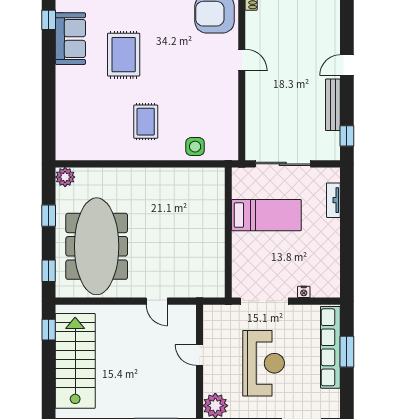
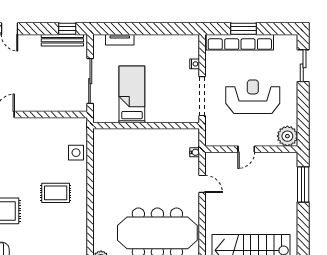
bench: (333, 105) -> (62, 40), moved
water cooler: (195, 292) -> (195, 152), added
door: (157, 301) -> (202, 184), hinge flipped

